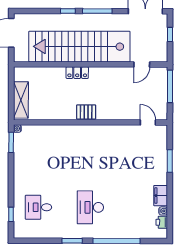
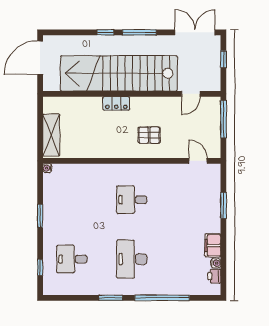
pallet: (86, 112) -> (149, 135), moved
window: (11, 142) -> (40, 216), moved
desk: (90, 156) -> (132, 200), added

